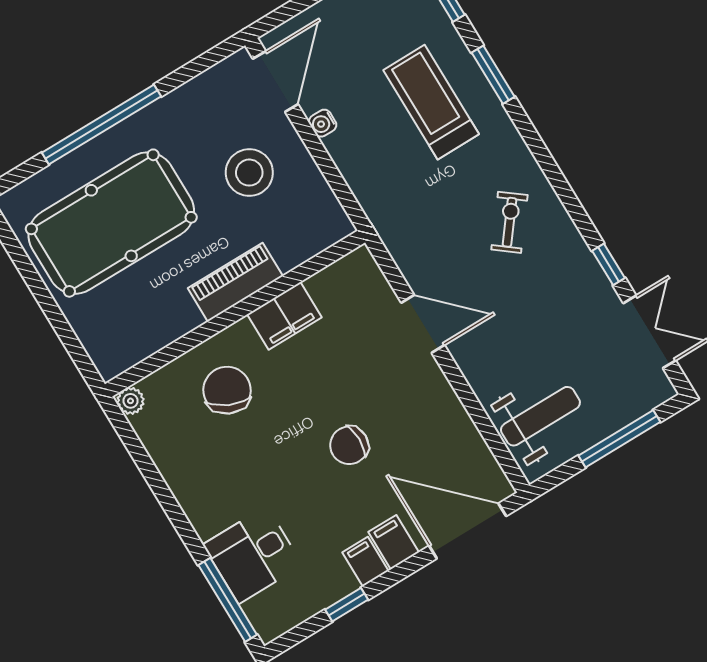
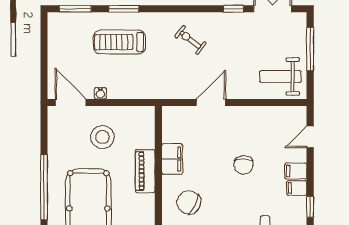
weight bench: (540, 416) -> (280, 77), turned -90
door: (468, 531) -> (310, 137), width x0.53

